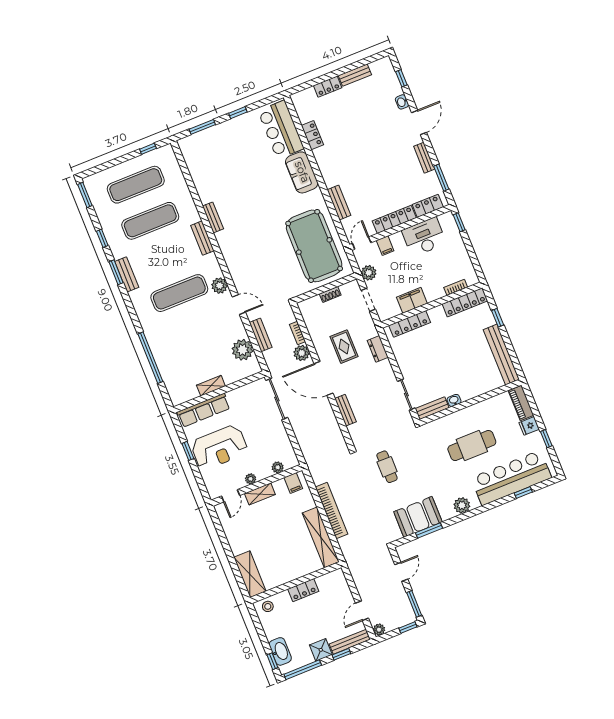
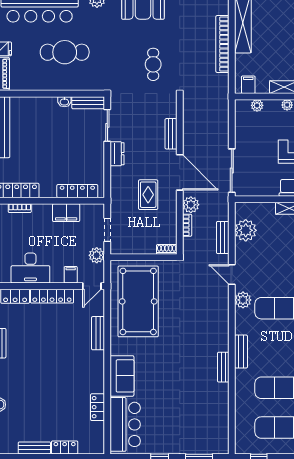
shoe rack: (330, 294) -> (167, 249), moved
dresser: (378, 349) -> (117, 154), moved

